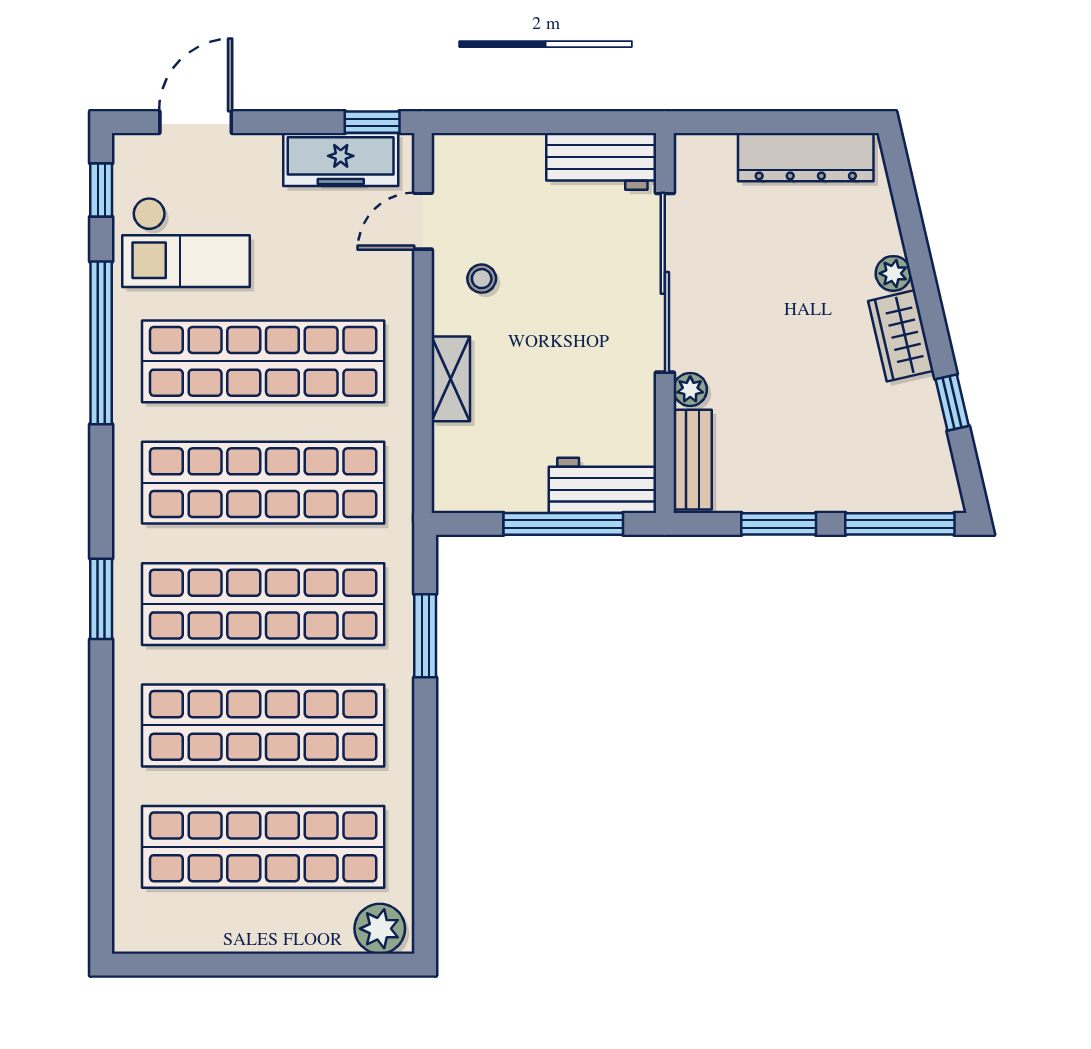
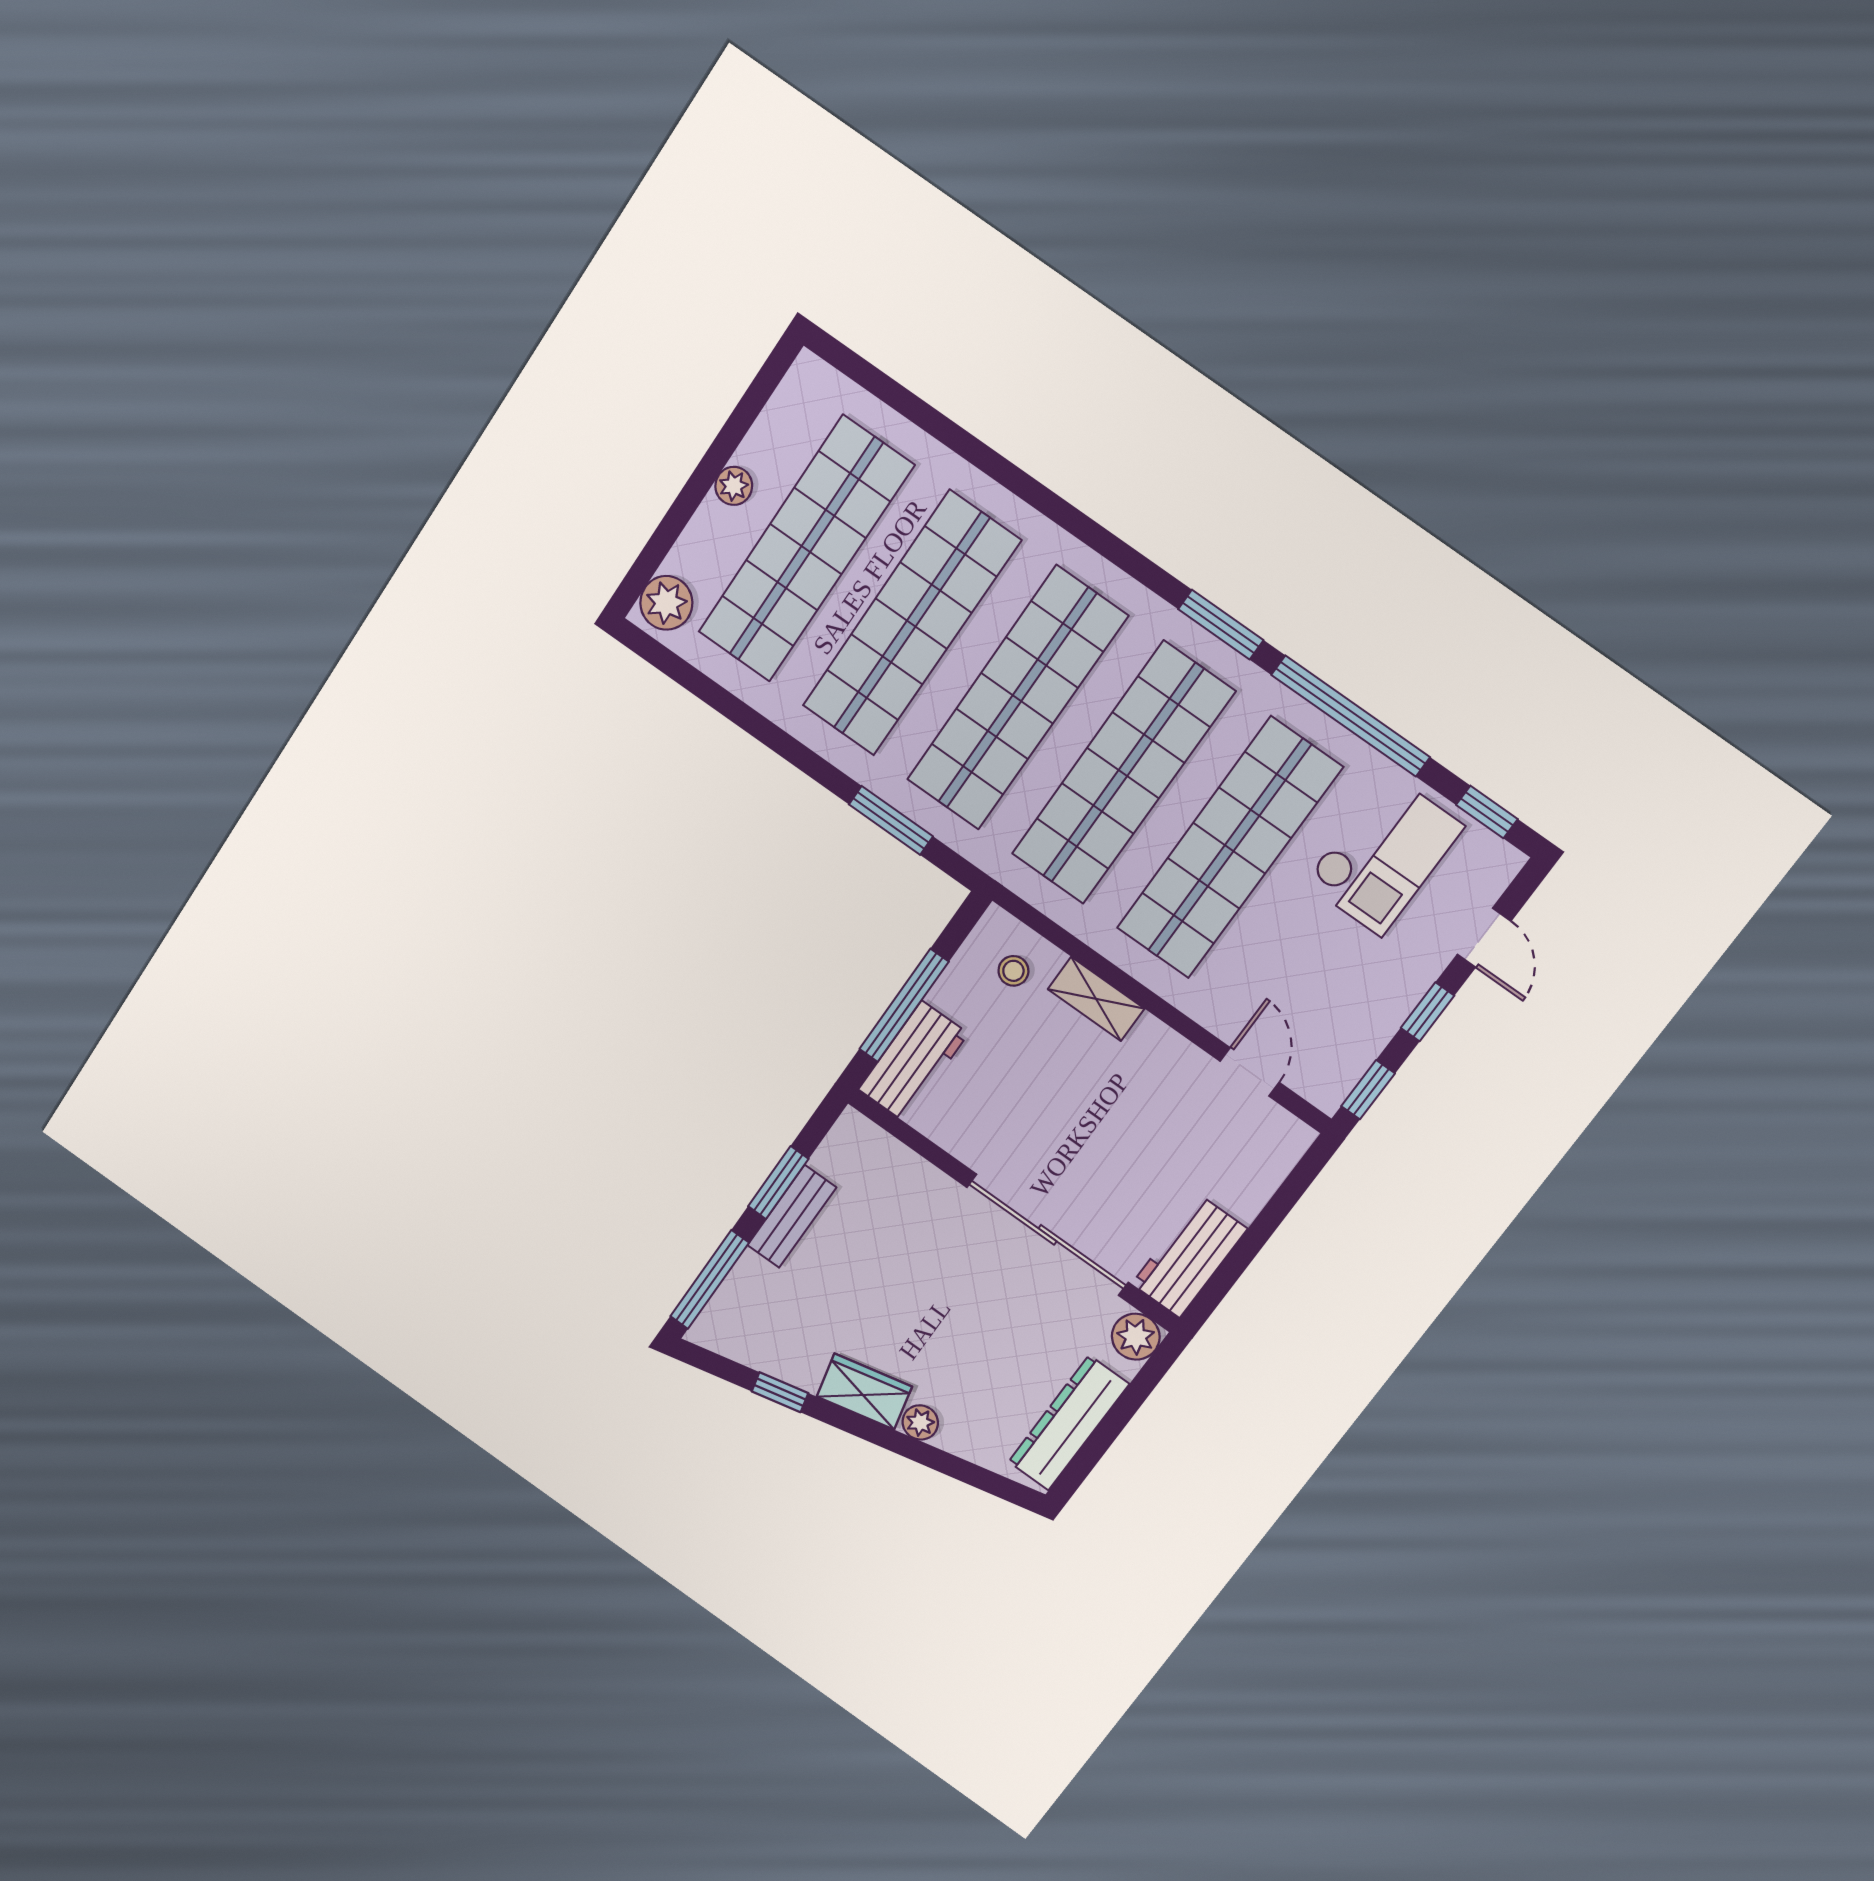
door: (196, 122) -> (1484, 938), width x0.73
window: (281, 122) -> (1427, 1012), added
freezer: (341, 160) -> (1356, 1040), removed
checkout: (186, 242) -> (1384, 854), turned 180
stool: (482, 279) -> (1013, 971), moved
plant: (690, 389) -> (1136, 1337), moved, width x1.38, depth x1.38
bench: (693, 460) -> (792, 1216), moved, turned 90
window: (101, 599) -> (1221, 625), moved
plant: (254, 936) -> (734, 486), added

